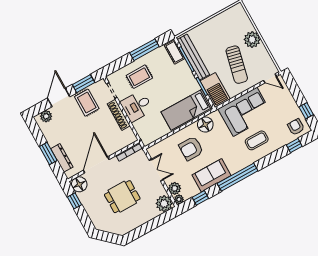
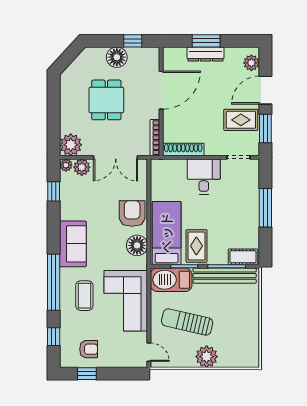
window: (144, 50) -> (265, 208), moved
rug: (139, 77) -> (196, 246), moved
door: (270, 78) -> (149, 352), swing flipped
door: (59, 97) -> (265, 90), swing flipped
shoe rack: (119, 115) -> (183, 149), moved
armchair: (296, 127) -> (89, 349), moved
armchair: (191, 148) -> (132, 214), moved
dresser: (62, 158) -> (206, 54), moved
door: (96, 165) -> (161, 90), hinge flipped
double door: (156, 170) -> (116, 157), width x1.37
sofa: (211, 175) -> (73, 244), moved
window: (238, 177) -> (54, 282), moved
floor lamp: (79, 184) -> (117, 57), moved

